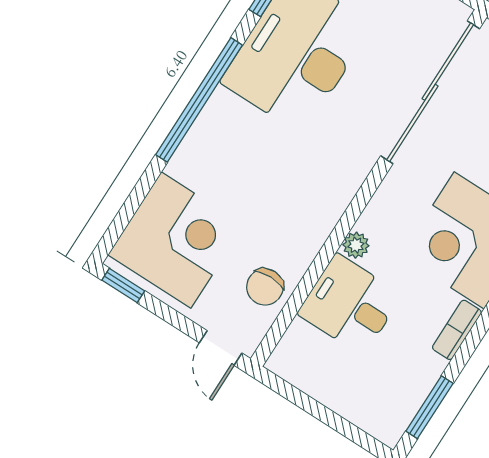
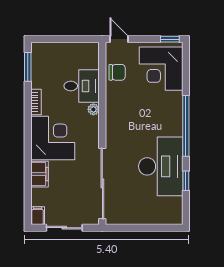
chair: (265, 287) -> (117, 72), turned 90

